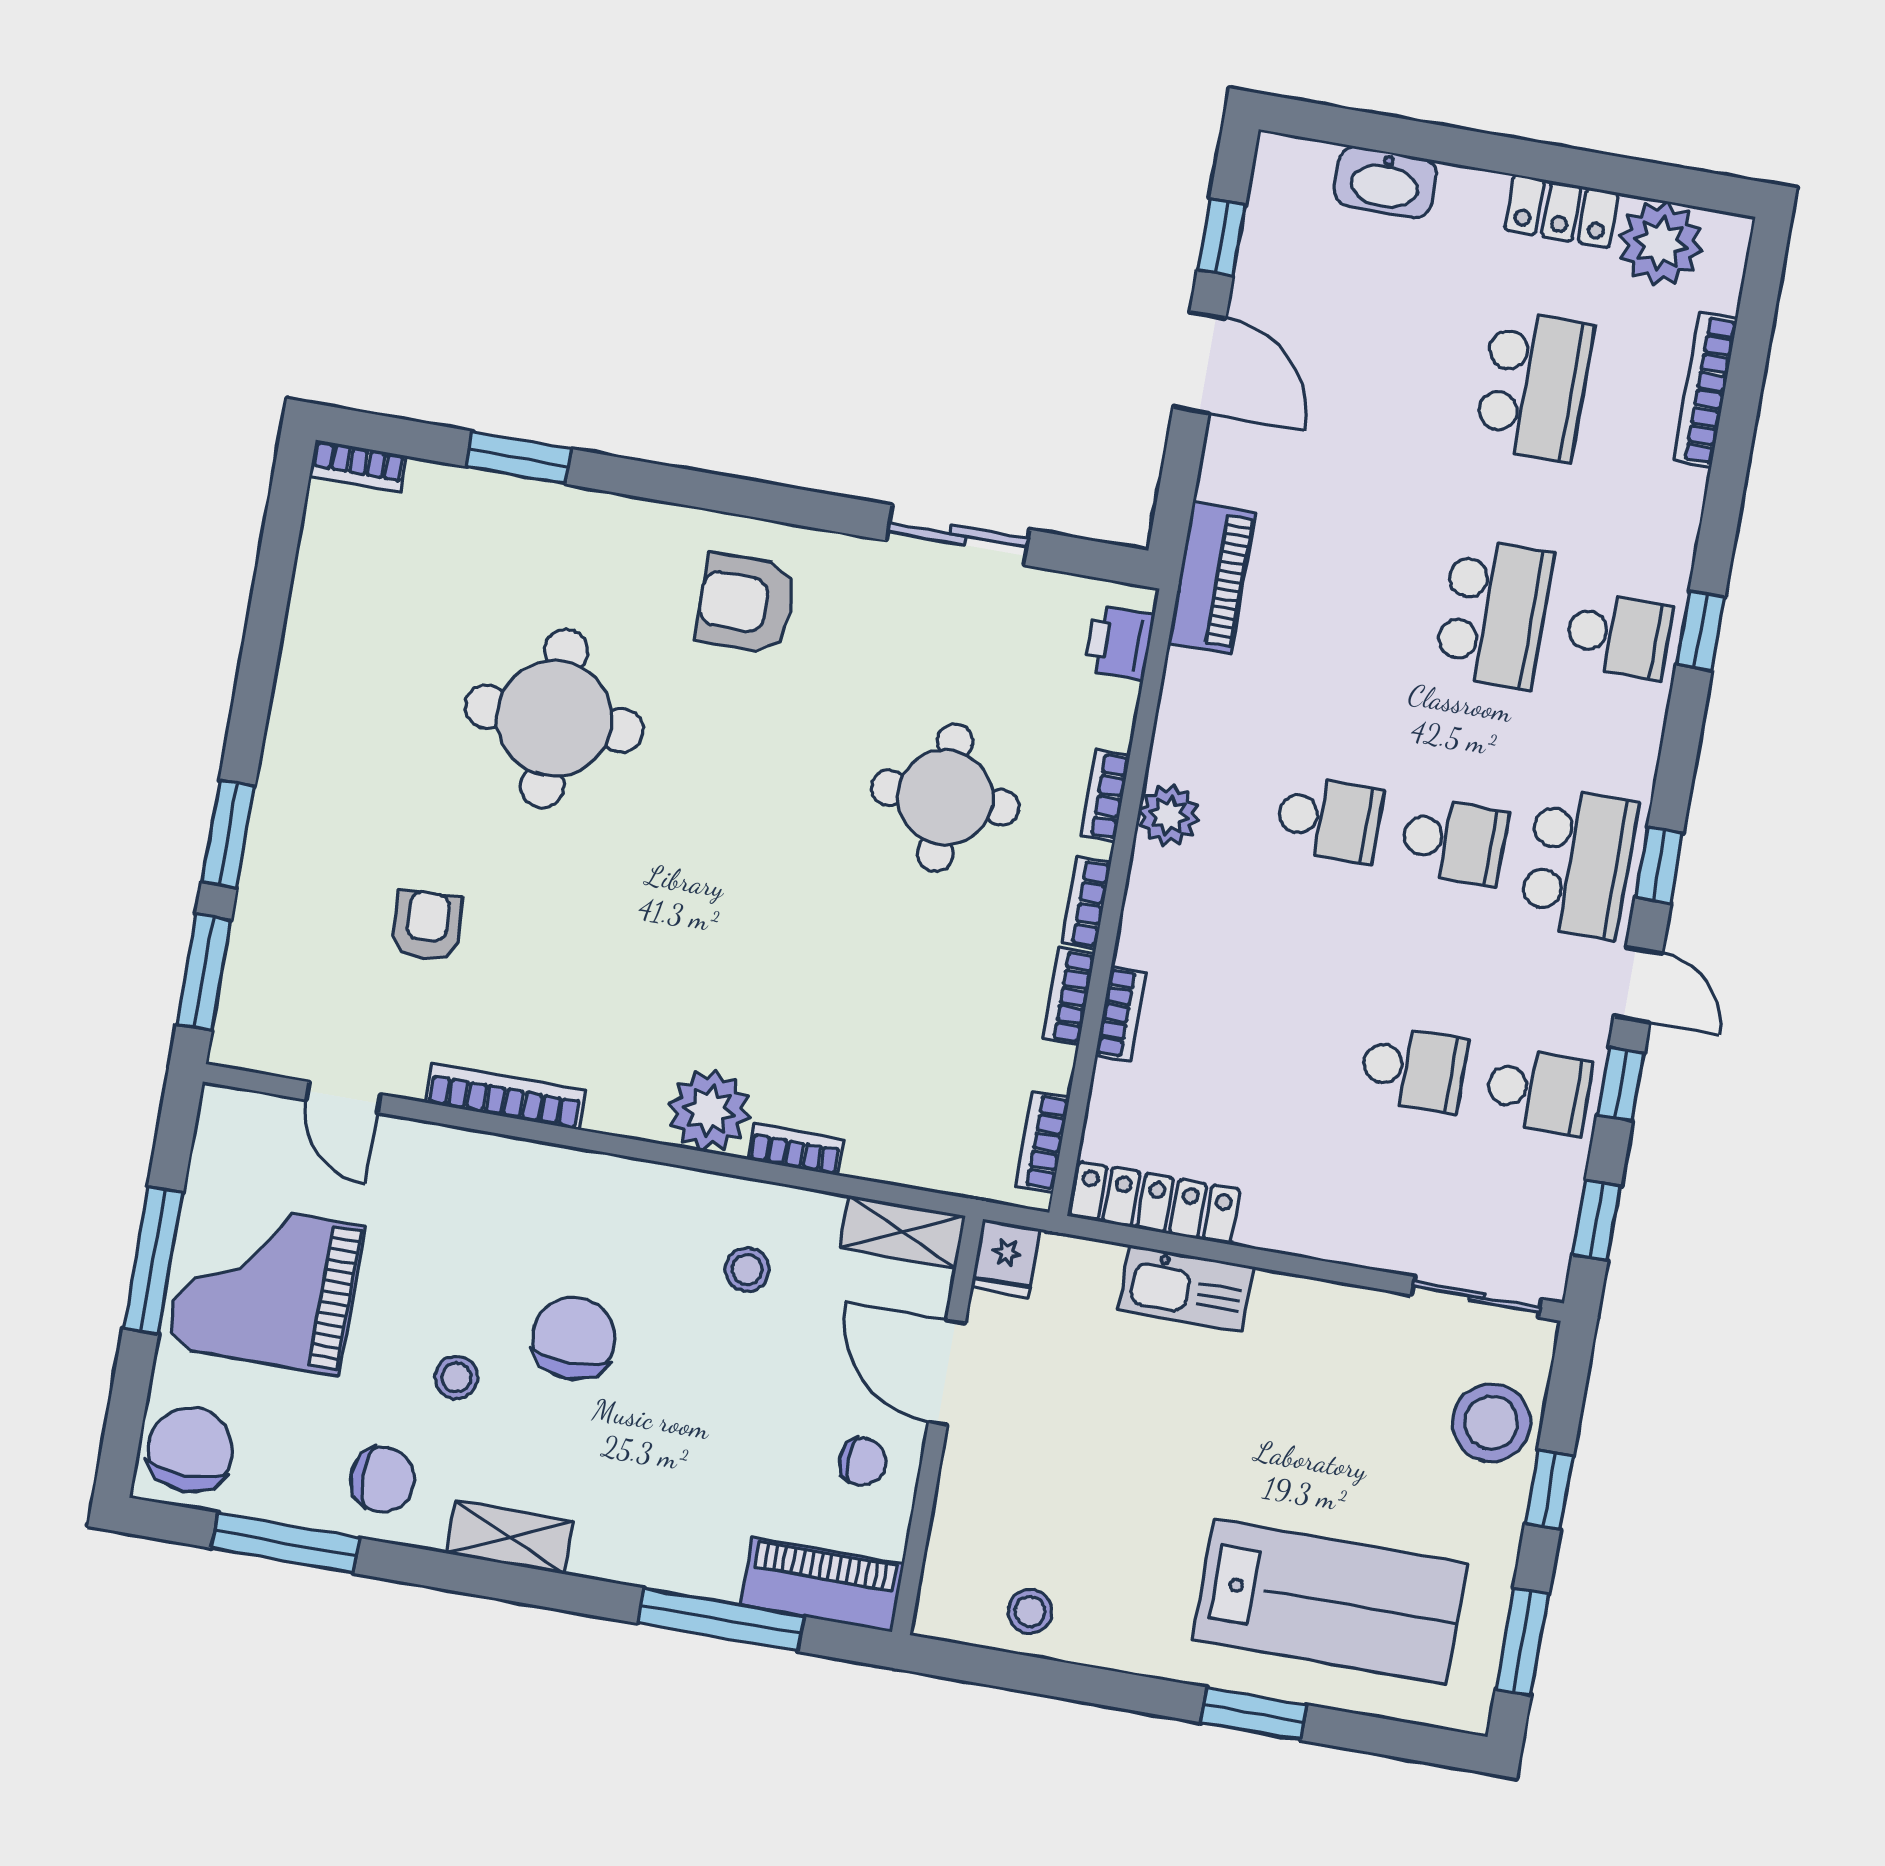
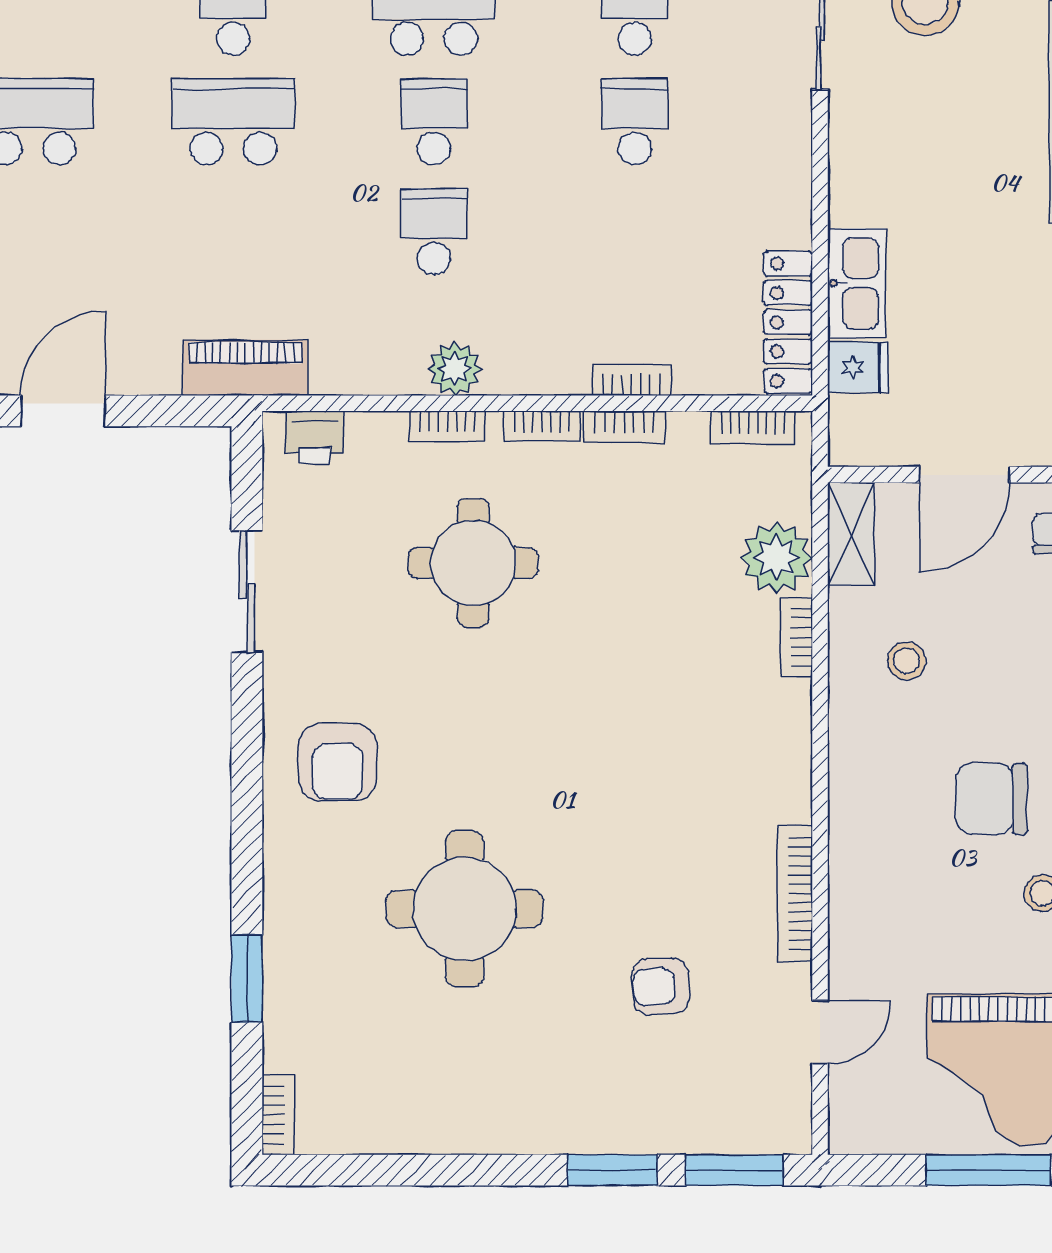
plant: (709, 1111) -> (777, 558), moved
fridge: (1006, 1258) -> (858, 367), moved

